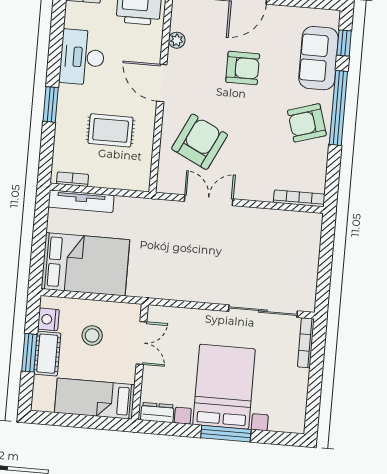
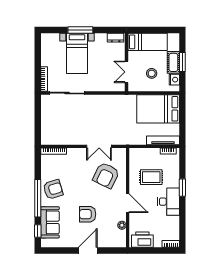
desk: (82, 57) -> (169, 202), moved
bed with nightstands: (224, 387) -> (77, 53), width x0.73

